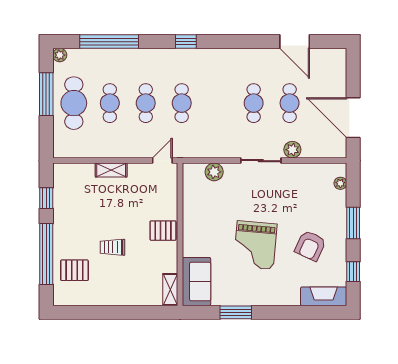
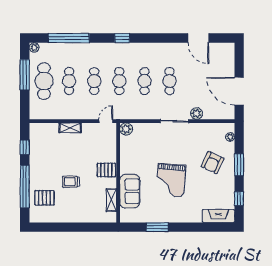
cafe table: (290, 103) -> (144, 81), moved
plant: (214, 172) -> (126, 129), moved
armchair: (310, 246) -> (212, 163), moved
sofa: (196, 282) -> (130, 191), moved
shelving: (170, 290) -> (111, 200), moved

